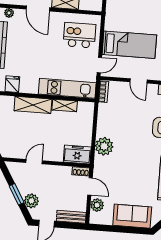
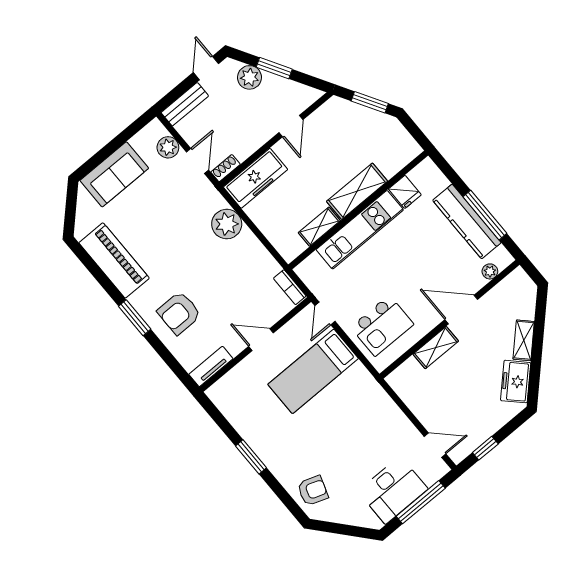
kitchen unit: (67, 88) -> (360, 230), moved
freezer: (77, 154) -> (256, 178), width x1.40
door: (90, 186) -> (197, 161), swing flipped

